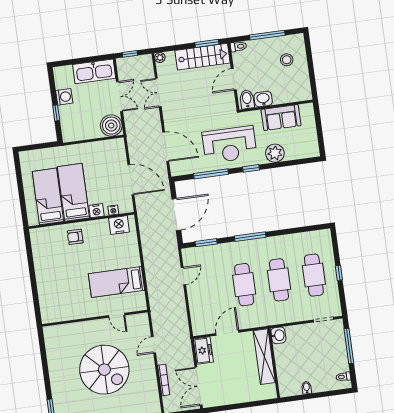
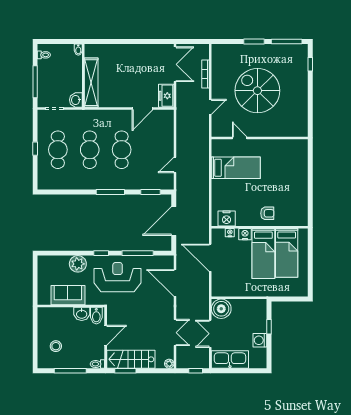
washbasin: (278, 335) -> (76, 100), moved
shelving: (264, 357) -> (91, 83), moved
wall: (274, 363) -> (83, 76), moved

